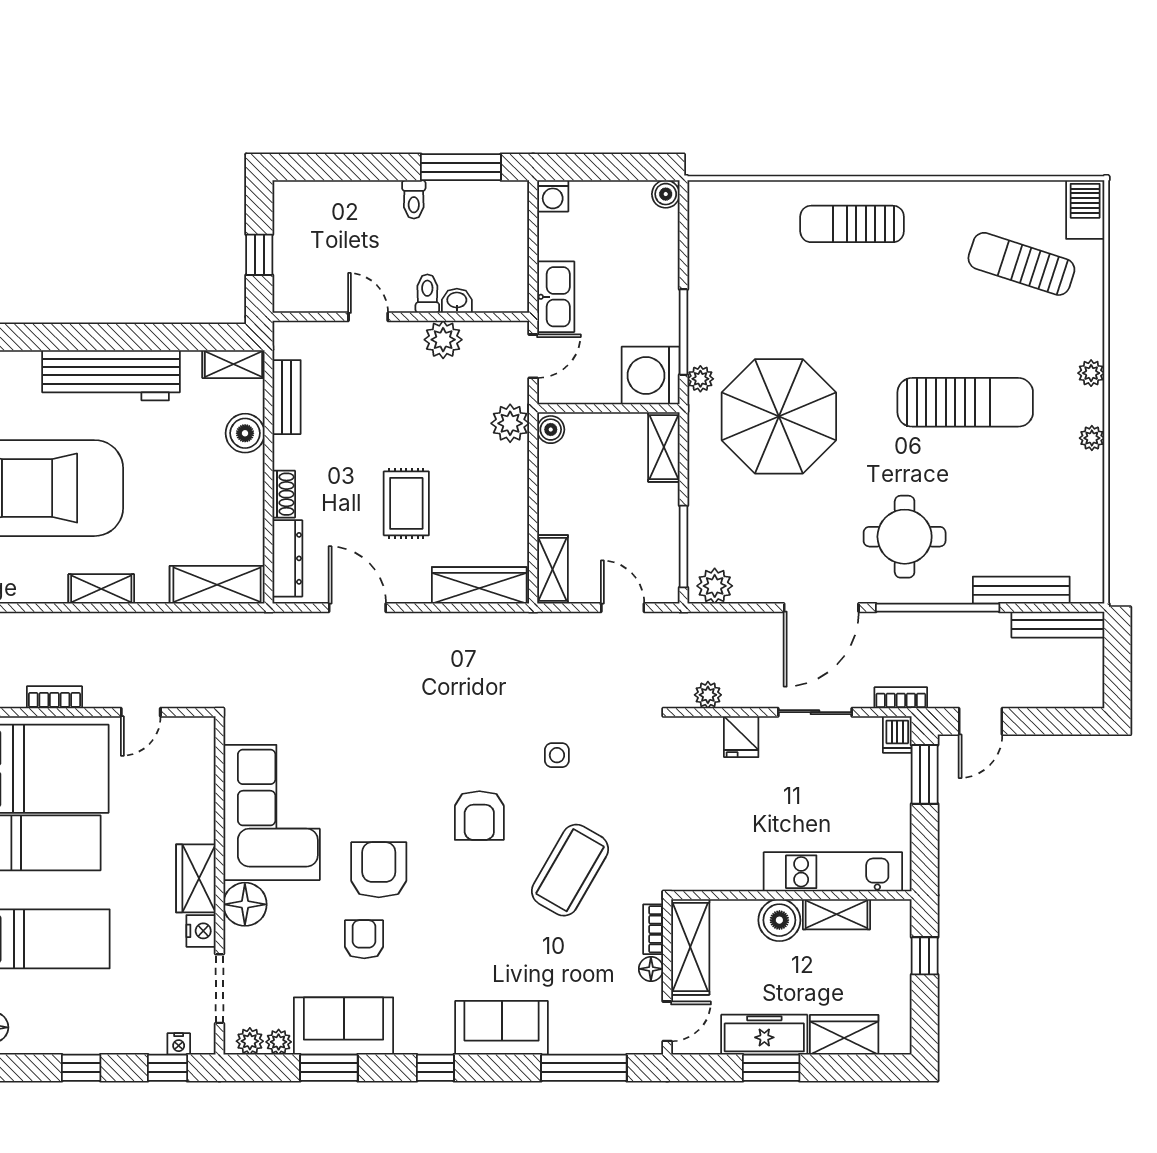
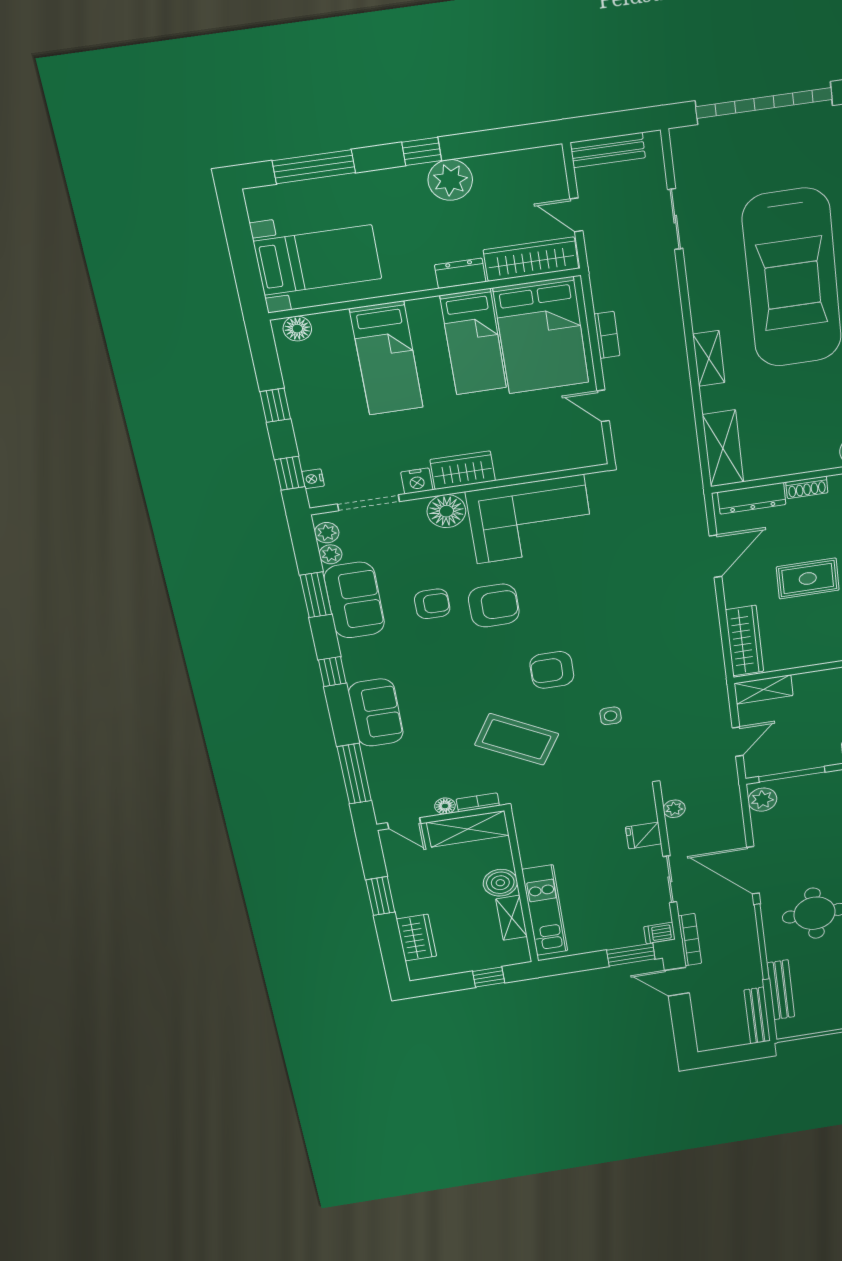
bookcase: (901, 698) -> (690, 940), width x1.56
freezer: (764, 1035) -> (406, 888), removed

